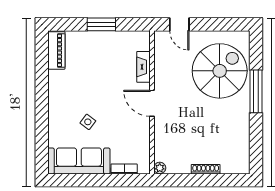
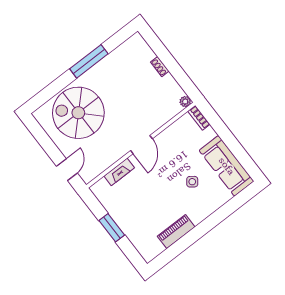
piano: (56, 50) -> (176, 232), moved
window: (256, 91) -> (89, 61), moved
bookcase: (124, 169) -> (199, 118), moved
shoe rack: (206, 169) -> (160, 67), width x0.70

